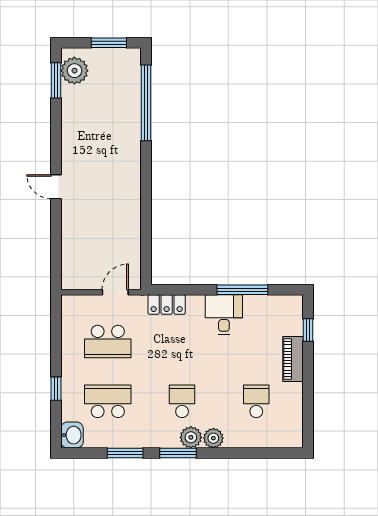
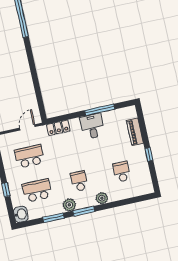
window: (308, 330) -> (149, 154), moved
school desk: (108, 342) -> (29, 156), turned 180
piano: (293, 359) -> (135, 132), moved
plant: (191, 437) -> (69, 205), moved

